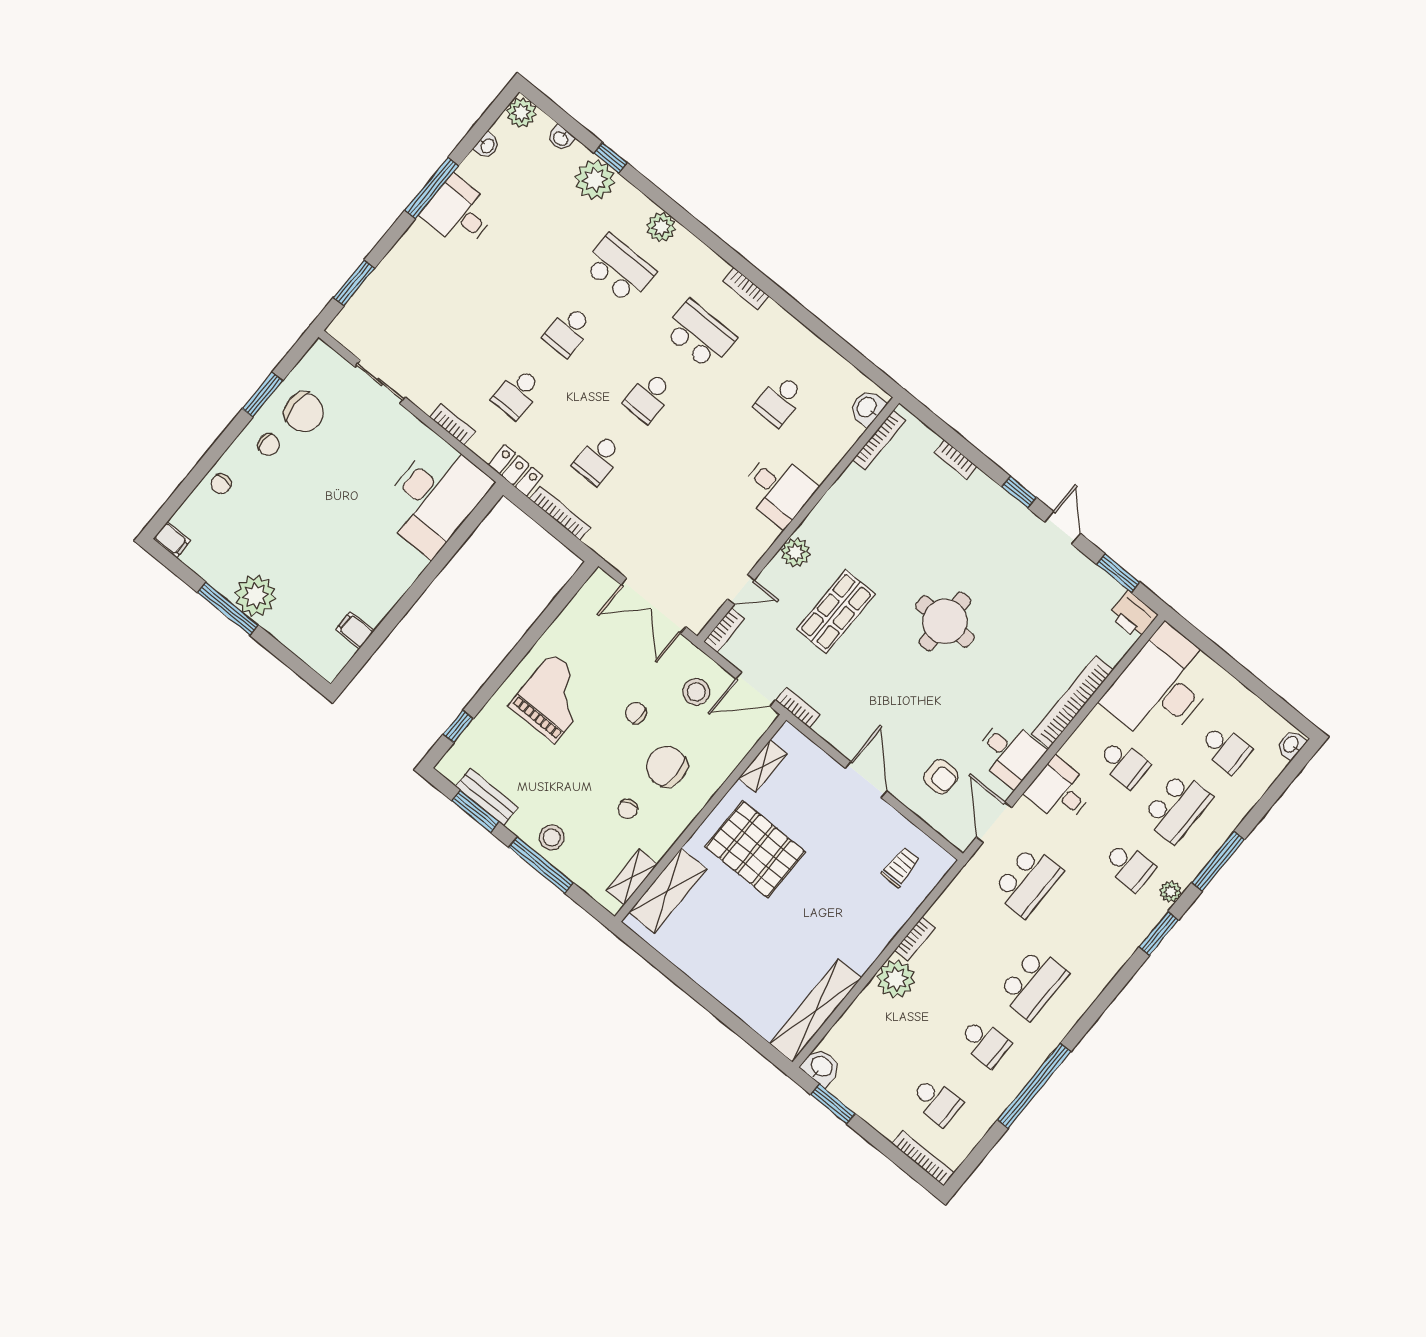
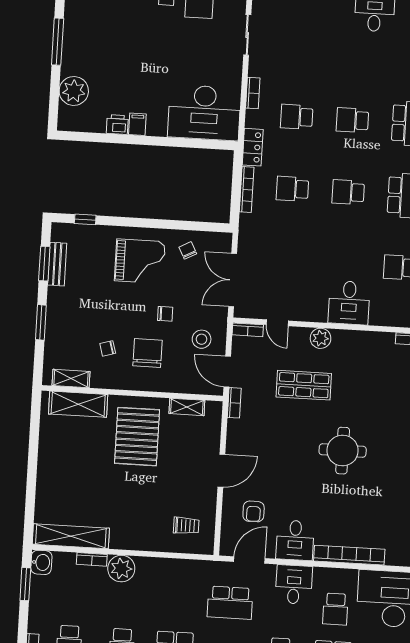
plant: (255, 596) -> (74, 91), moved
printer: (375, 609) -> (117, 125), added
filing cabinet: (355, 630) -> (137, 124), moved
chair: (581, 633) -> (188, 250), added
chair: (636, 713) -> (165, 314), turned 90
stool: (552, 837) -> (61, 317), removed
window: (541, 865) -> (41, 322), width x0.69
bookcase: (915, 939) -> (92, 559), moved

